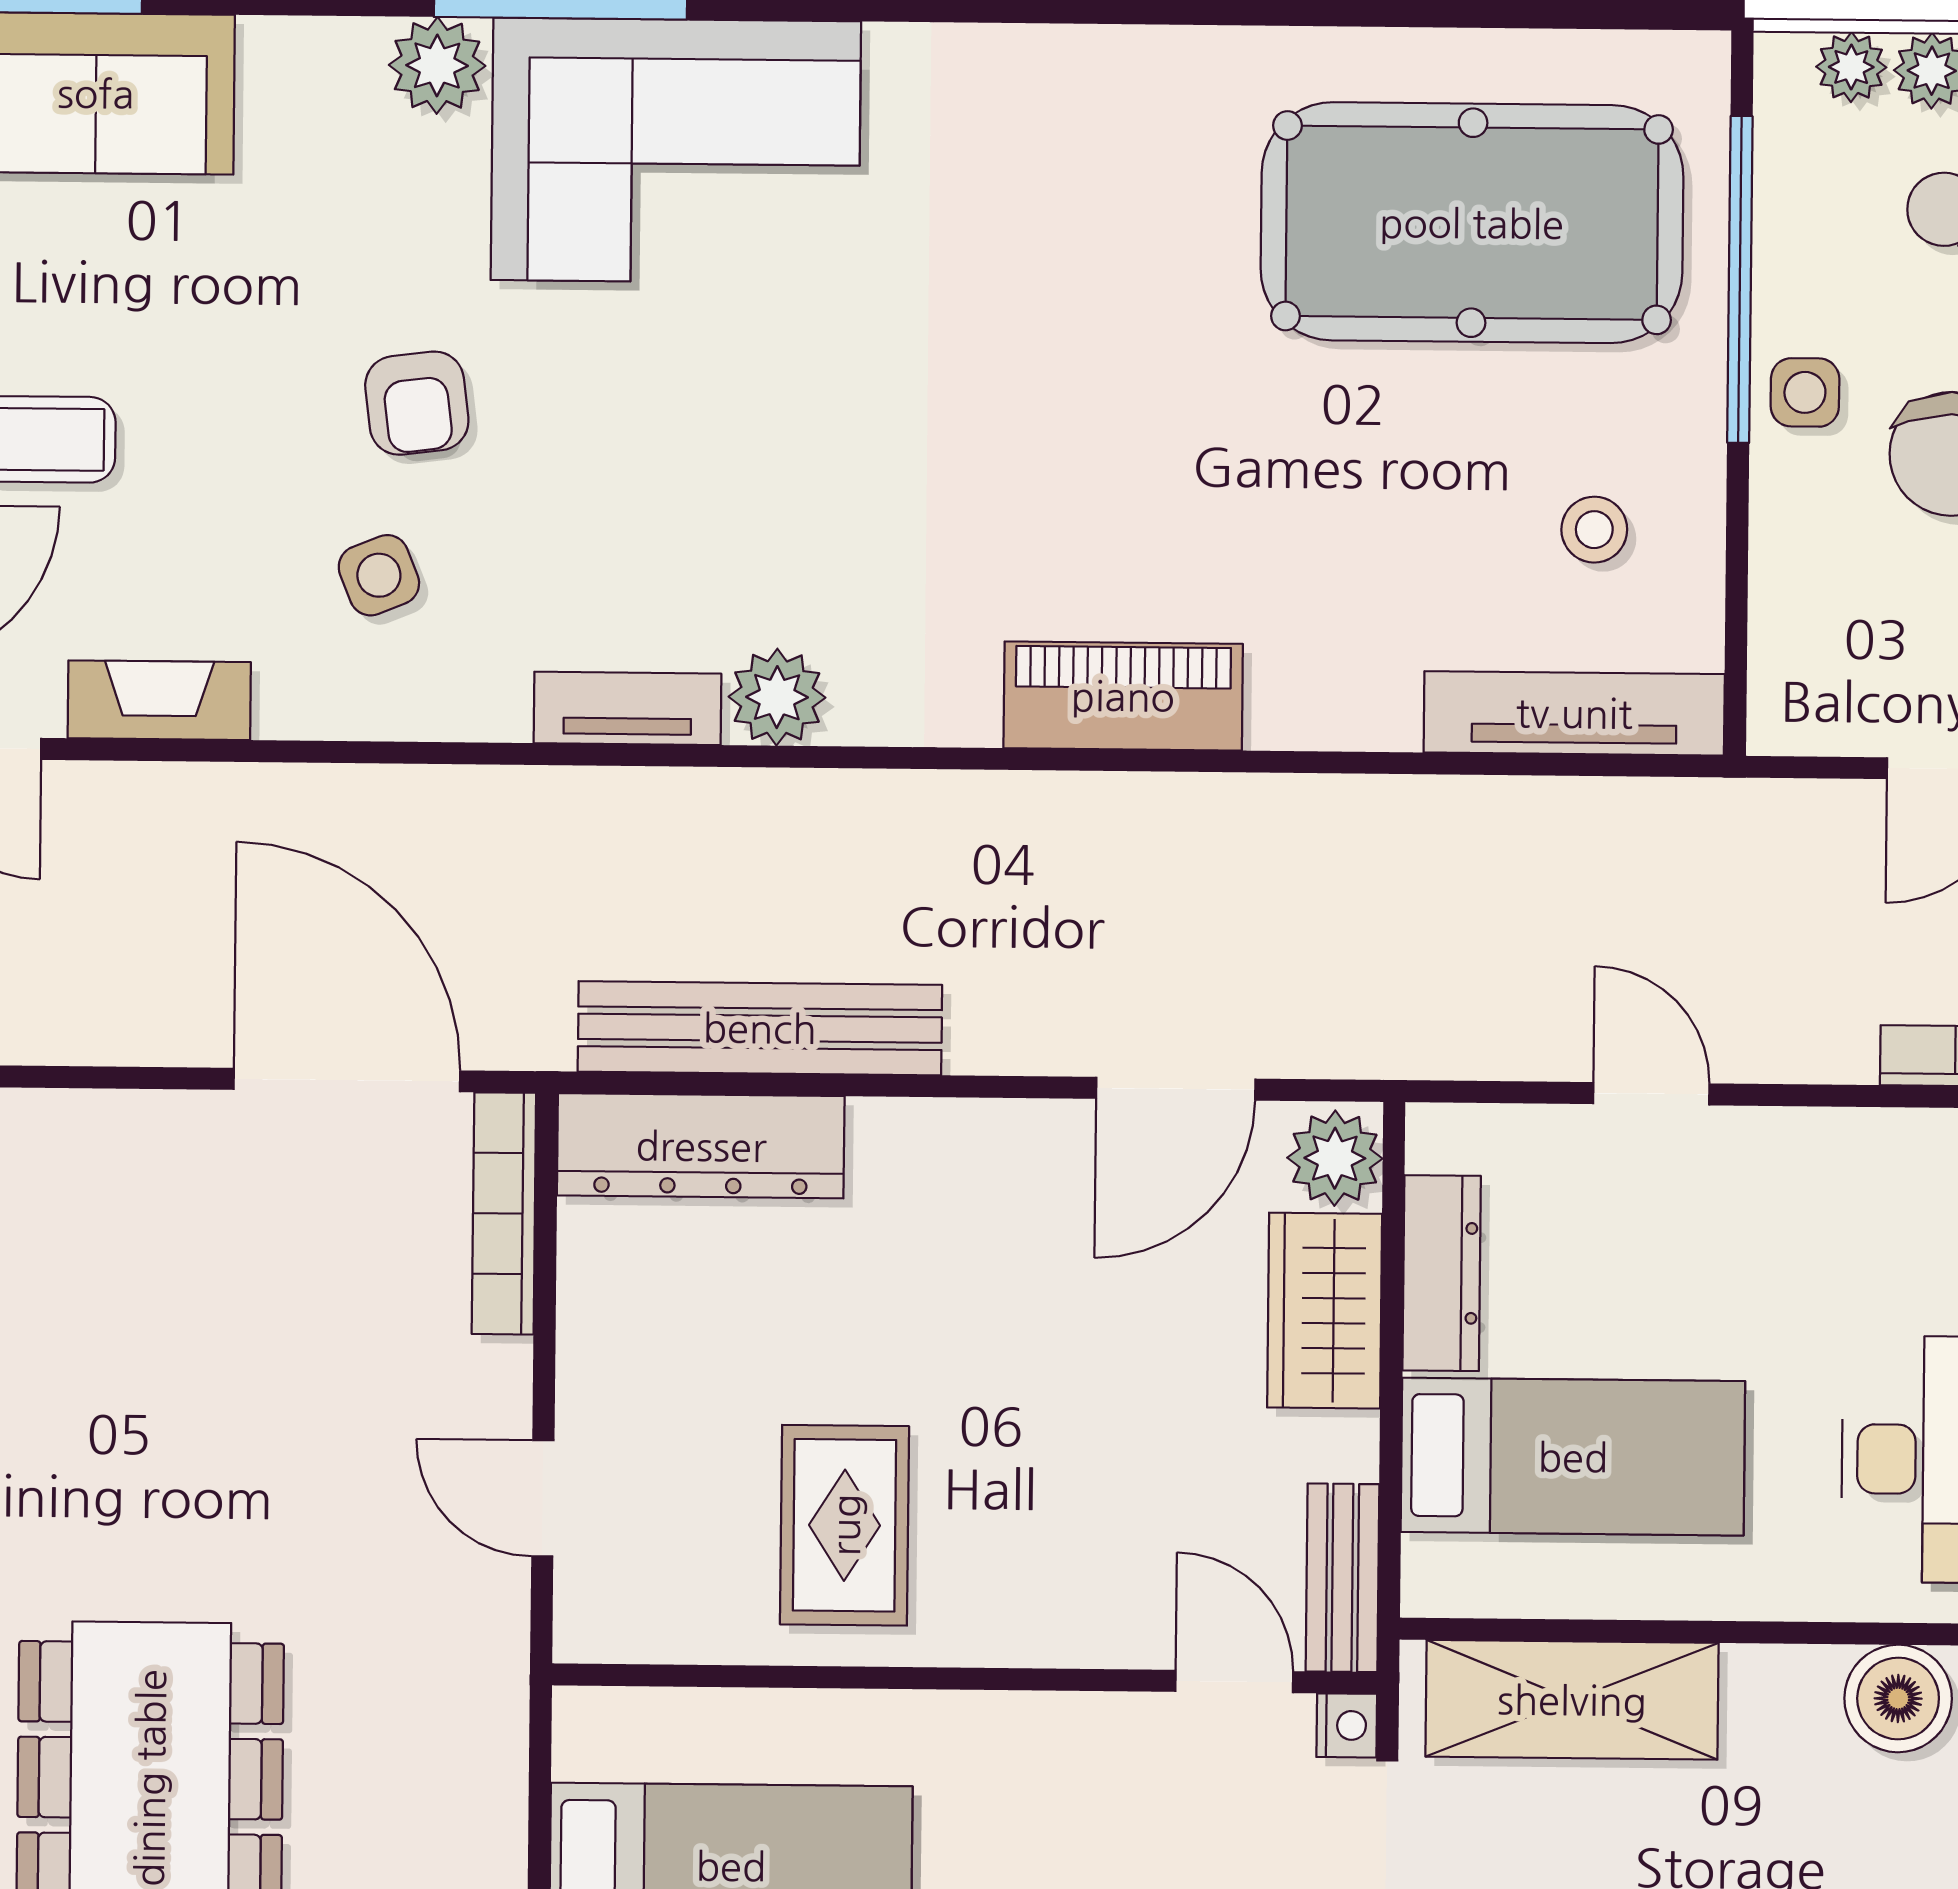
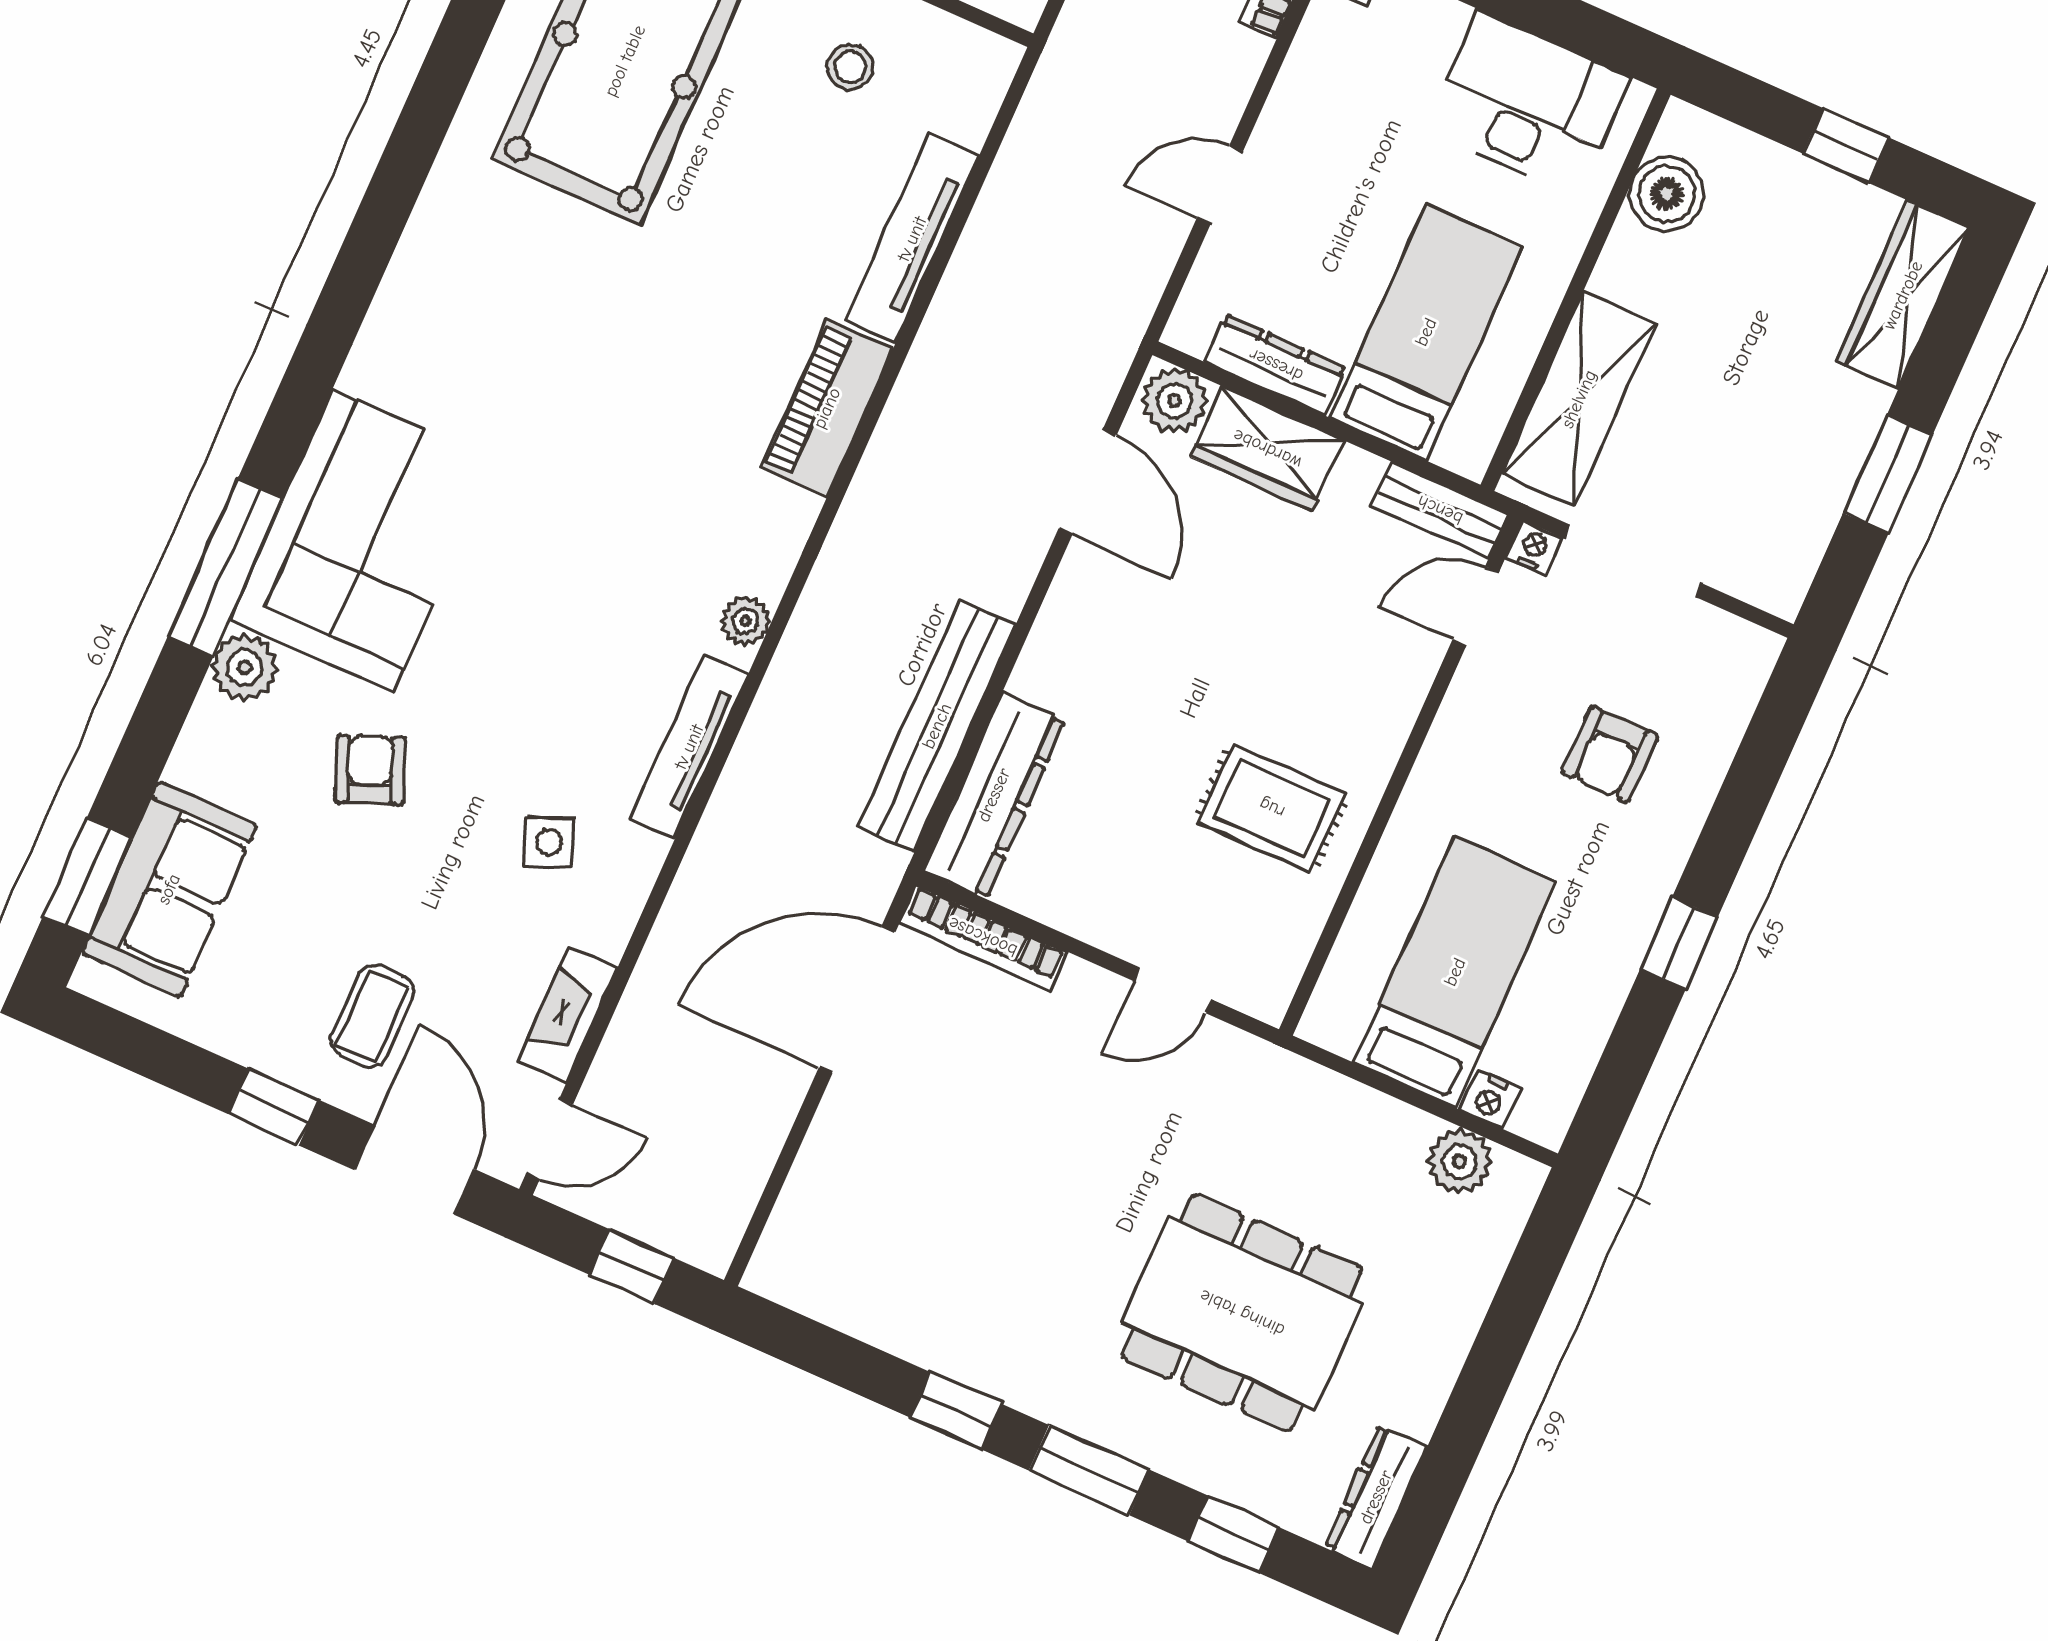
armchair: (417, 403) -> (370, 770), moved, turned -105
plant: (777, 697) -> (745, 621), width x0.73, depth x0.73
tv unit: (627, 708) -> (689, 747), width x1.41
tv unit: (1574, 713) -> (912, 239), moved

